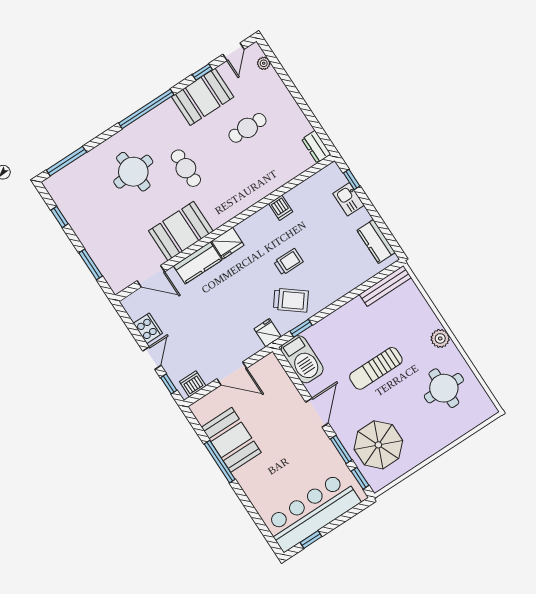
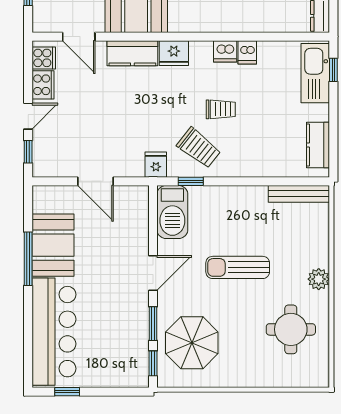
kitchen sink: (348, 199) -> (315, 73), width x1.88, depth x1.24
cooker: (136, 308) -> (44, 58), added
dishwasher: (193, 384) -> (225, 51), moved, turned 180
bar counter: (312, 512) -> (54, 332), moved, turned 90

